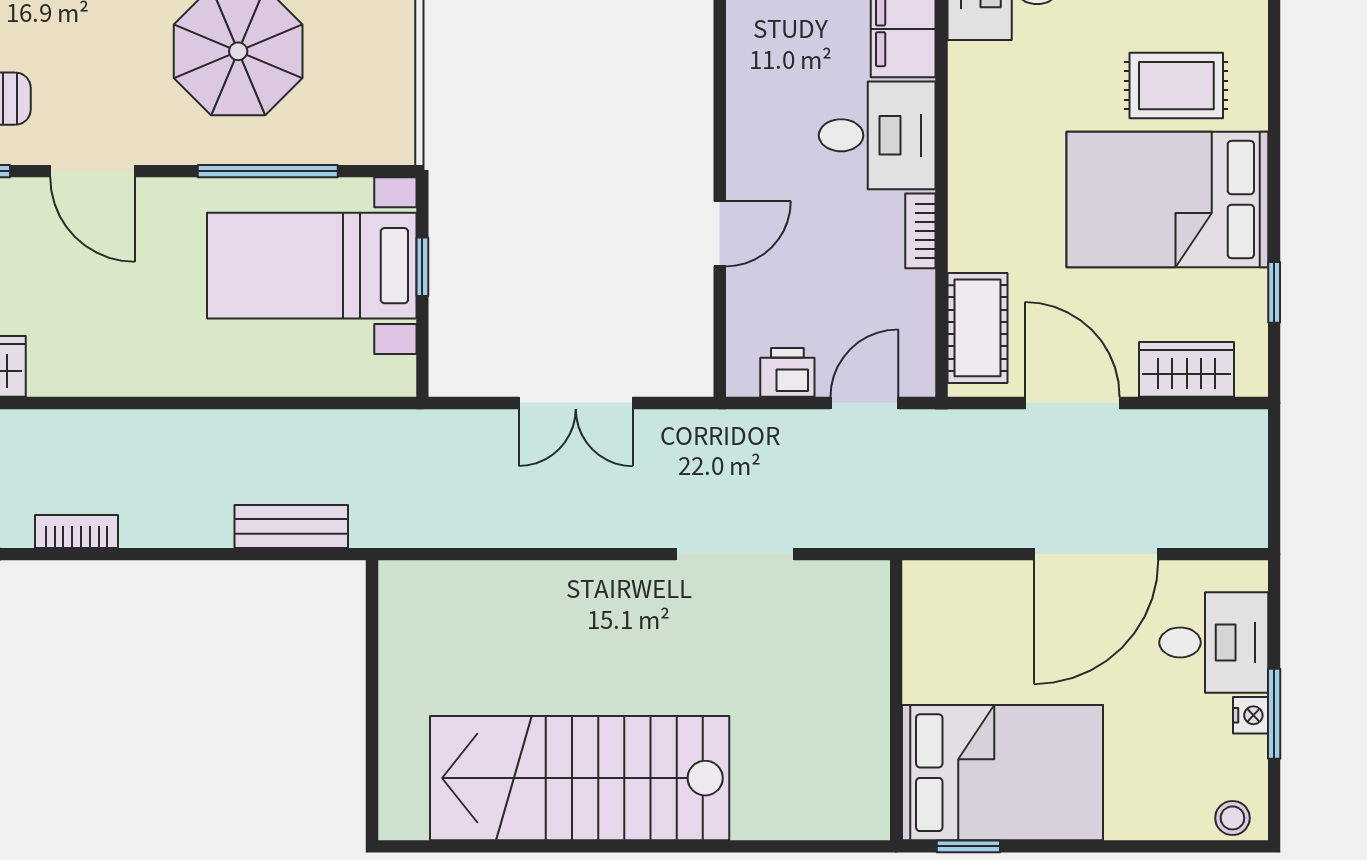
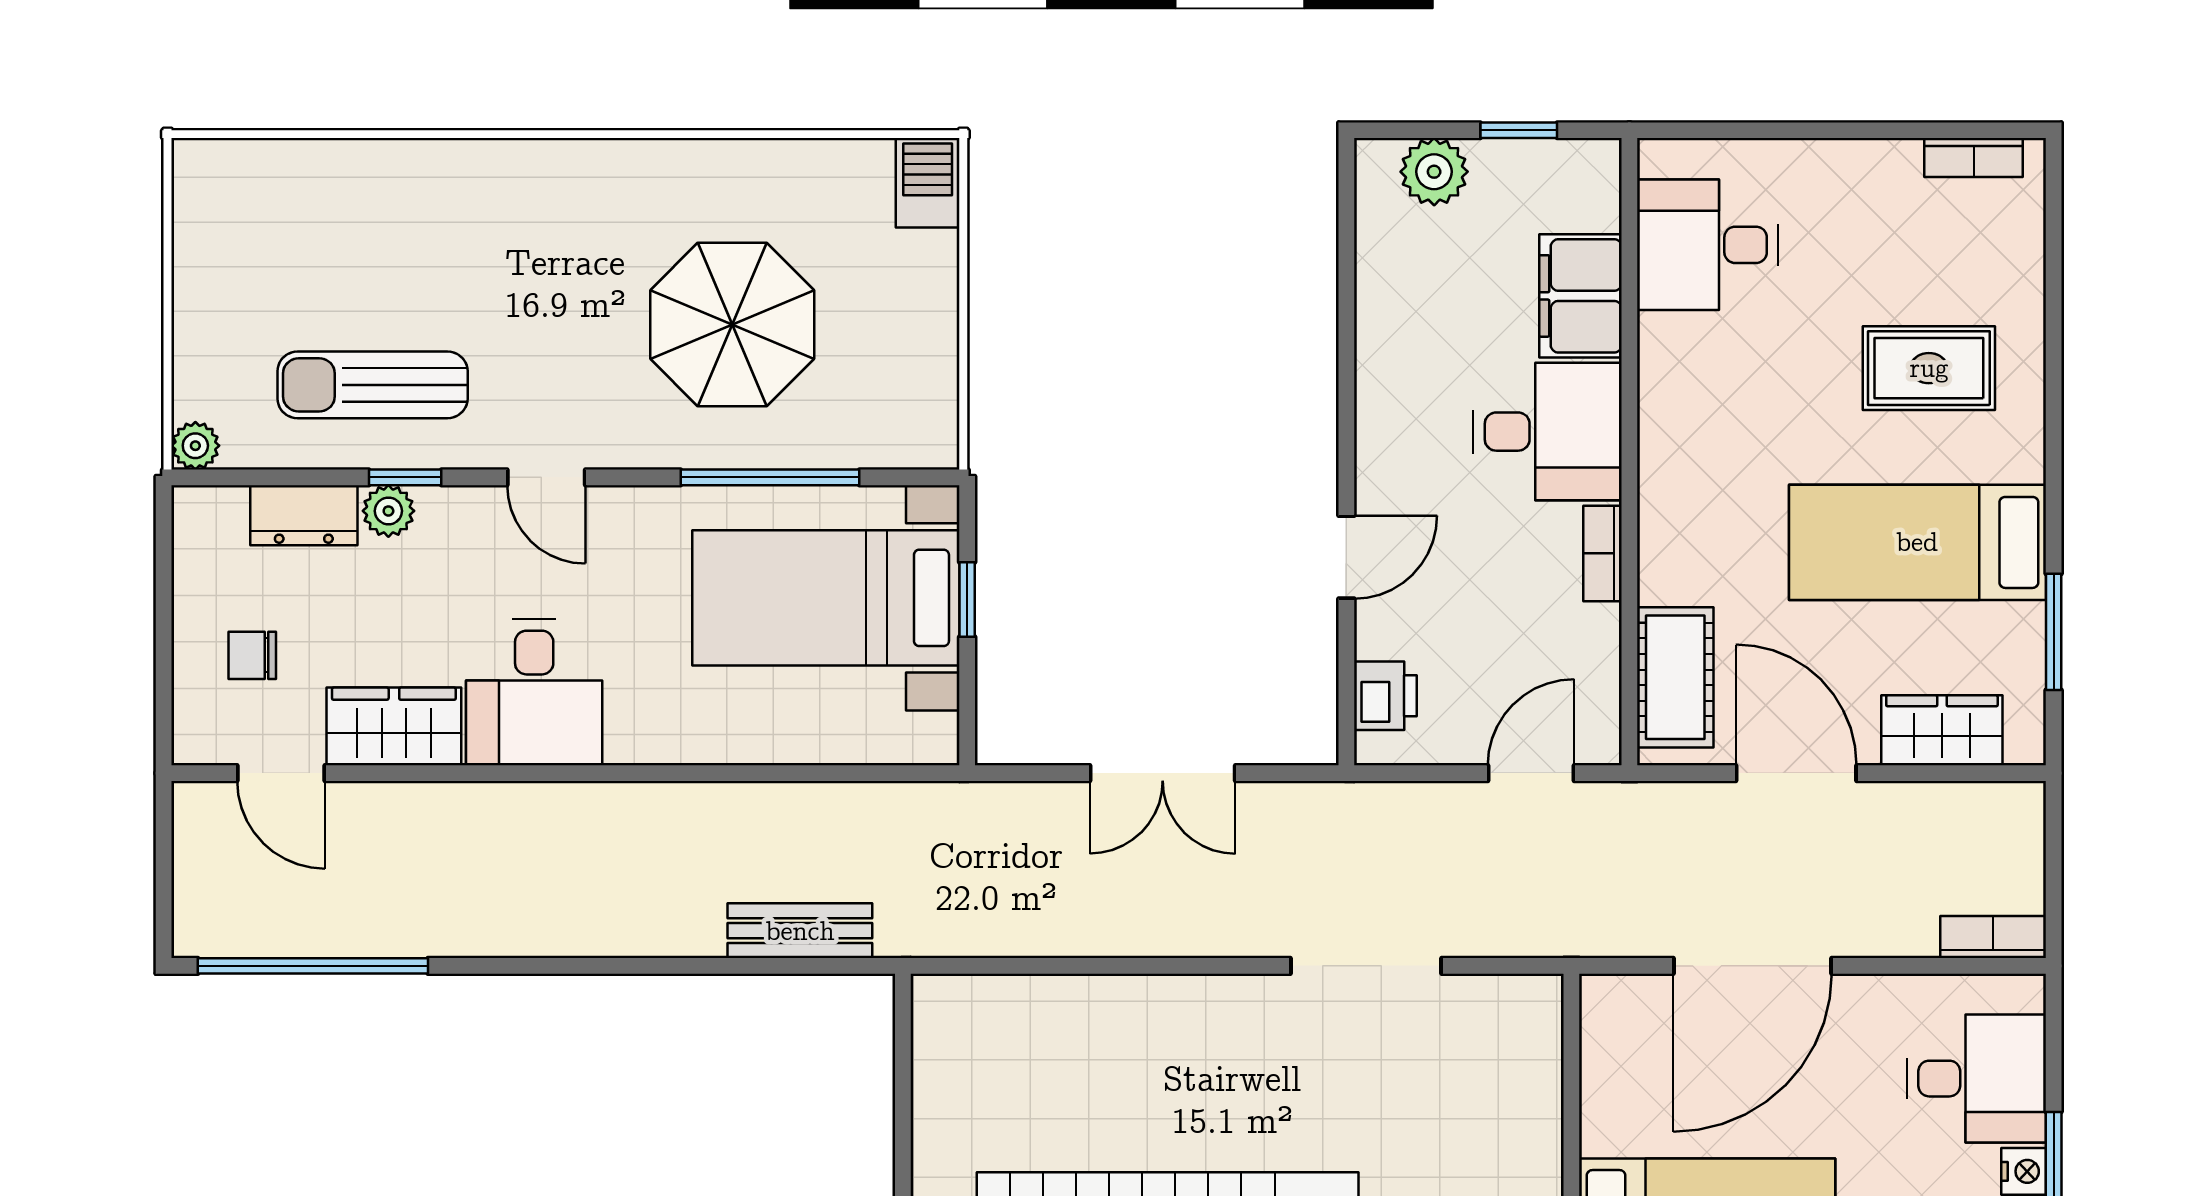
door: (92, 171) -> (546, 477), width x0.73
bed: (1167, 199) -> (1917, 542), width x0.67
window: (1274, 292) -> (2054, 632), width x1.50
desk: (83, 339) -> (534, 692), added
printer: (787, 372) -> (1385, 696), moved, turned 90
bookcase: (77, 532) -> (1993, 937), moved
door: (1096, 554) -> (1752, 966), moved

